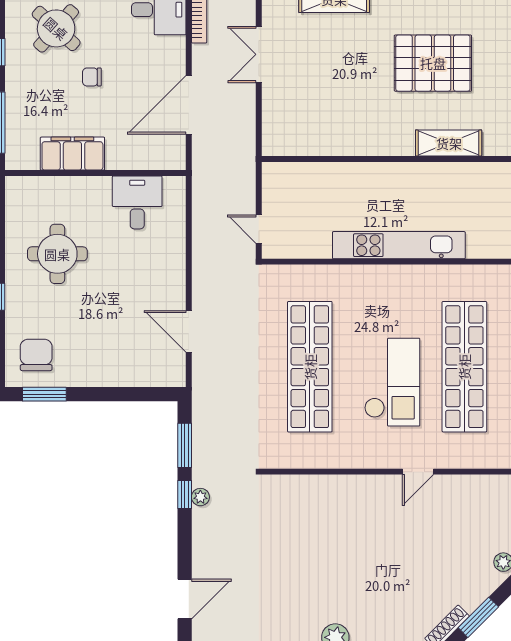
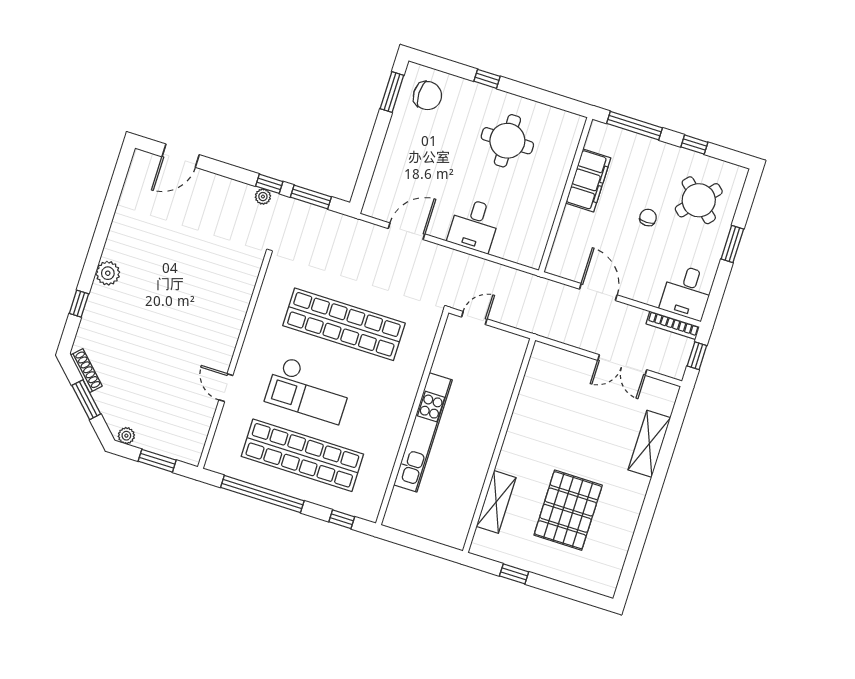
double door: (259, 54) -> (622, 365), swing flipped
door: (189, 105) -> (598, 292), width x0.73
desk: (137, 202) -> (474, 225), moved, turned 90
door: (185, 599) -> (181, 156), hinge flipped

